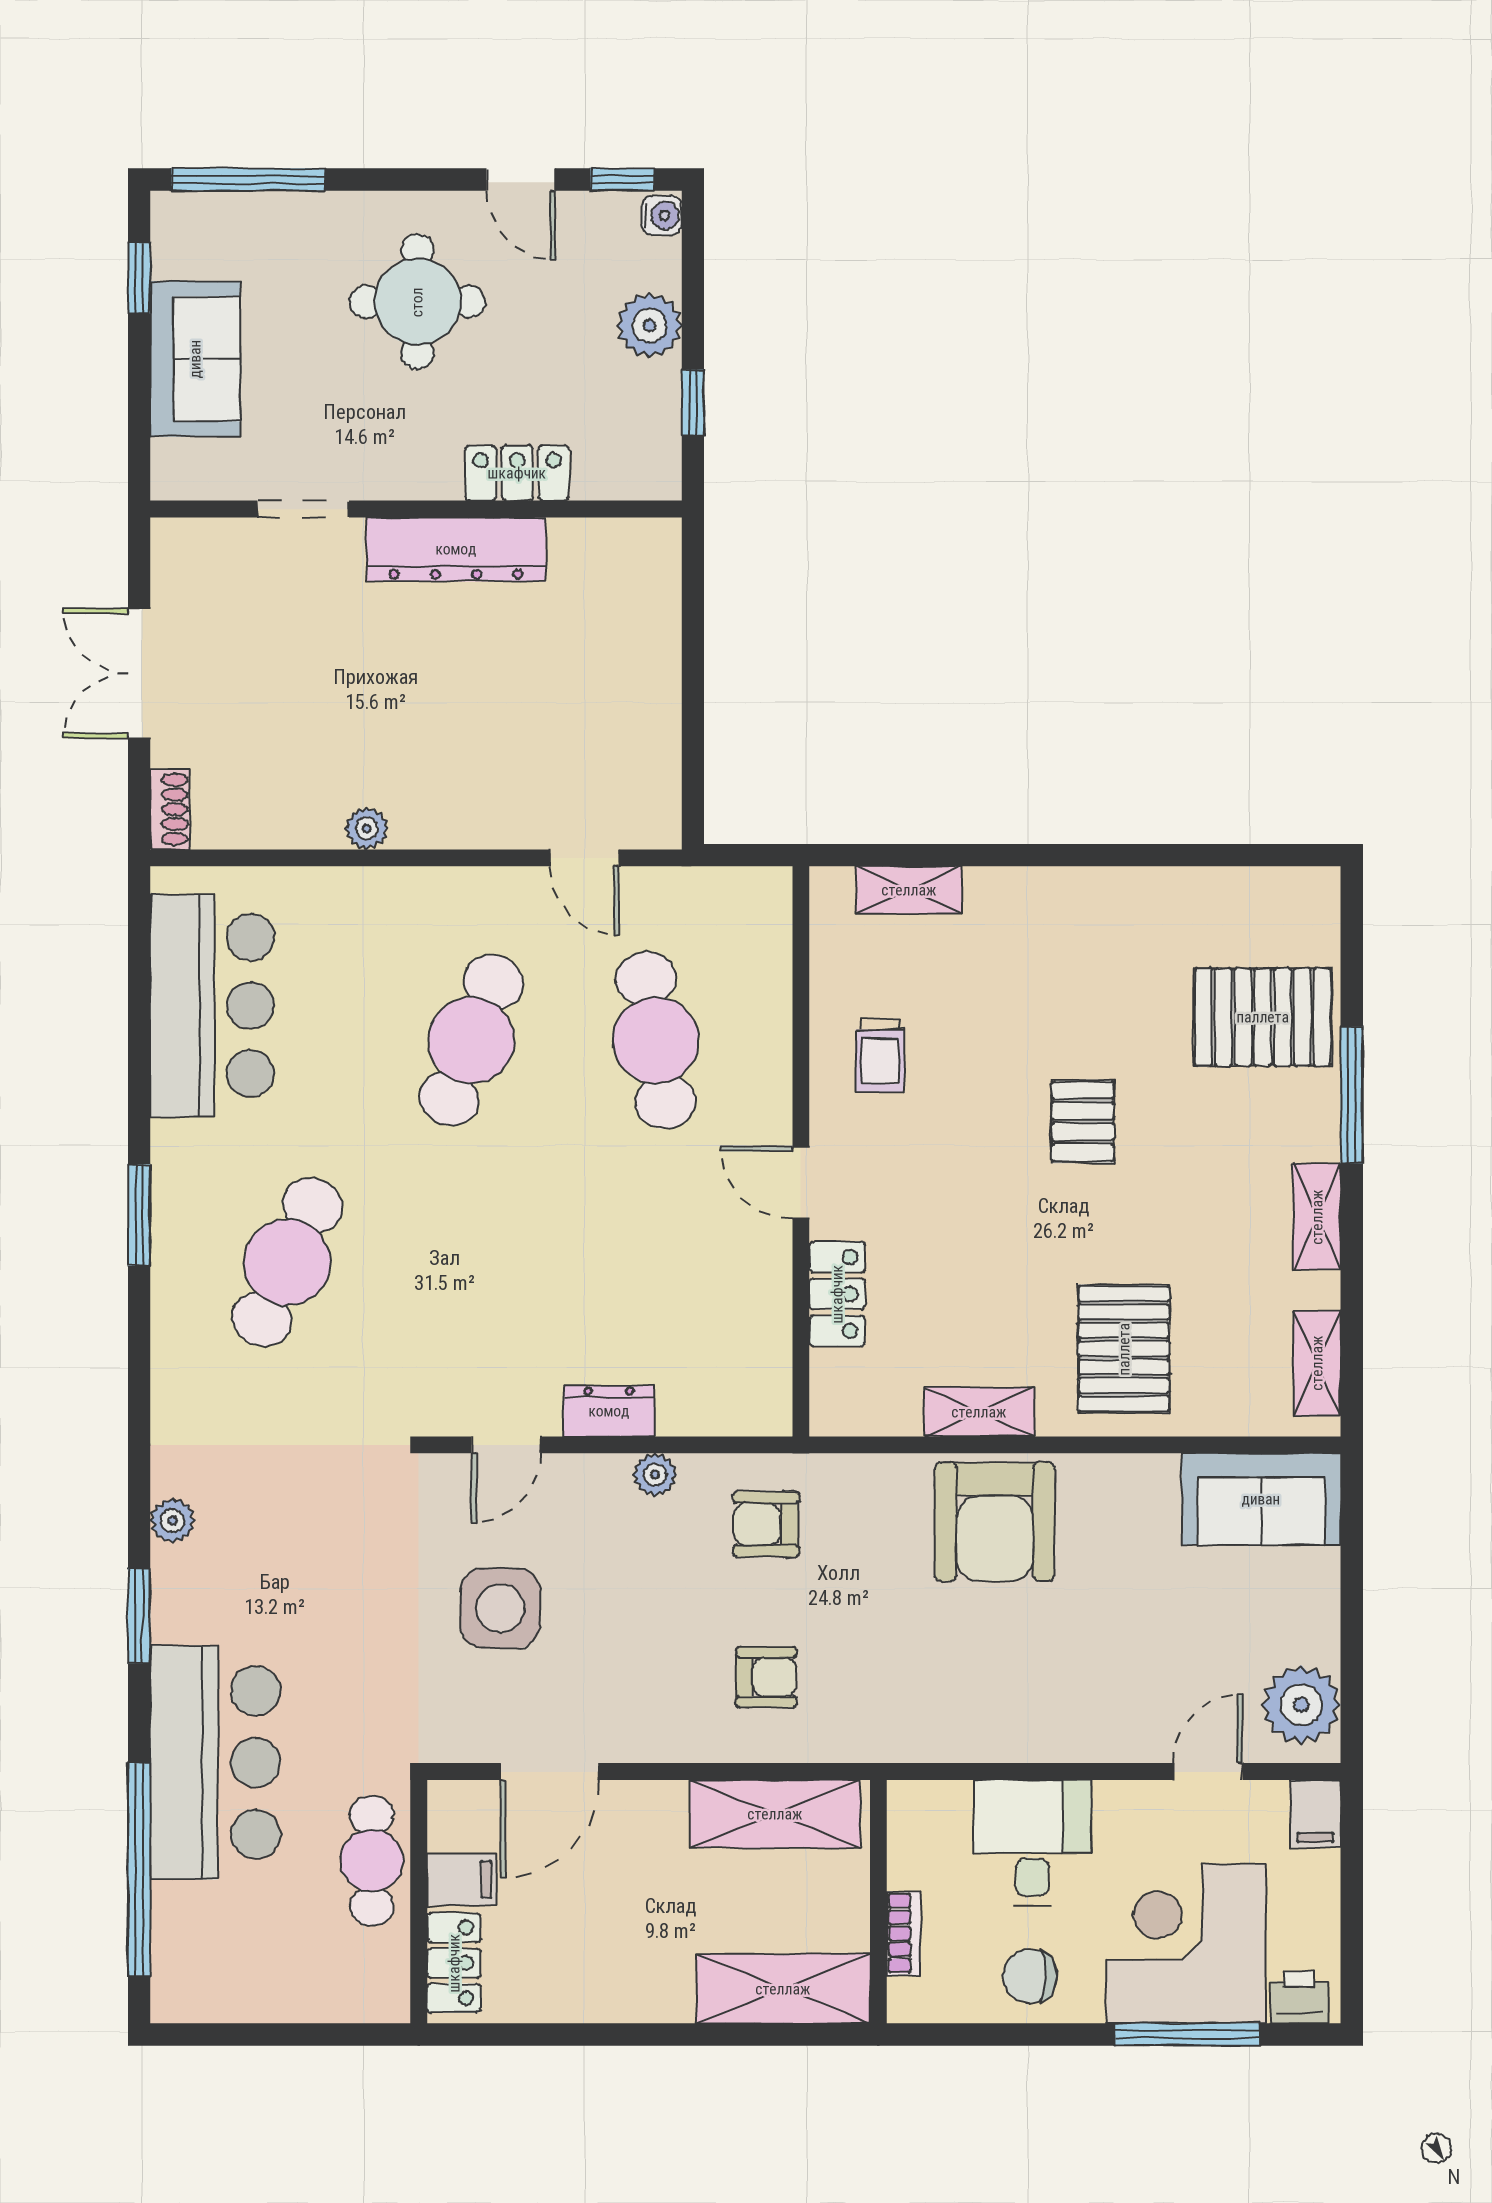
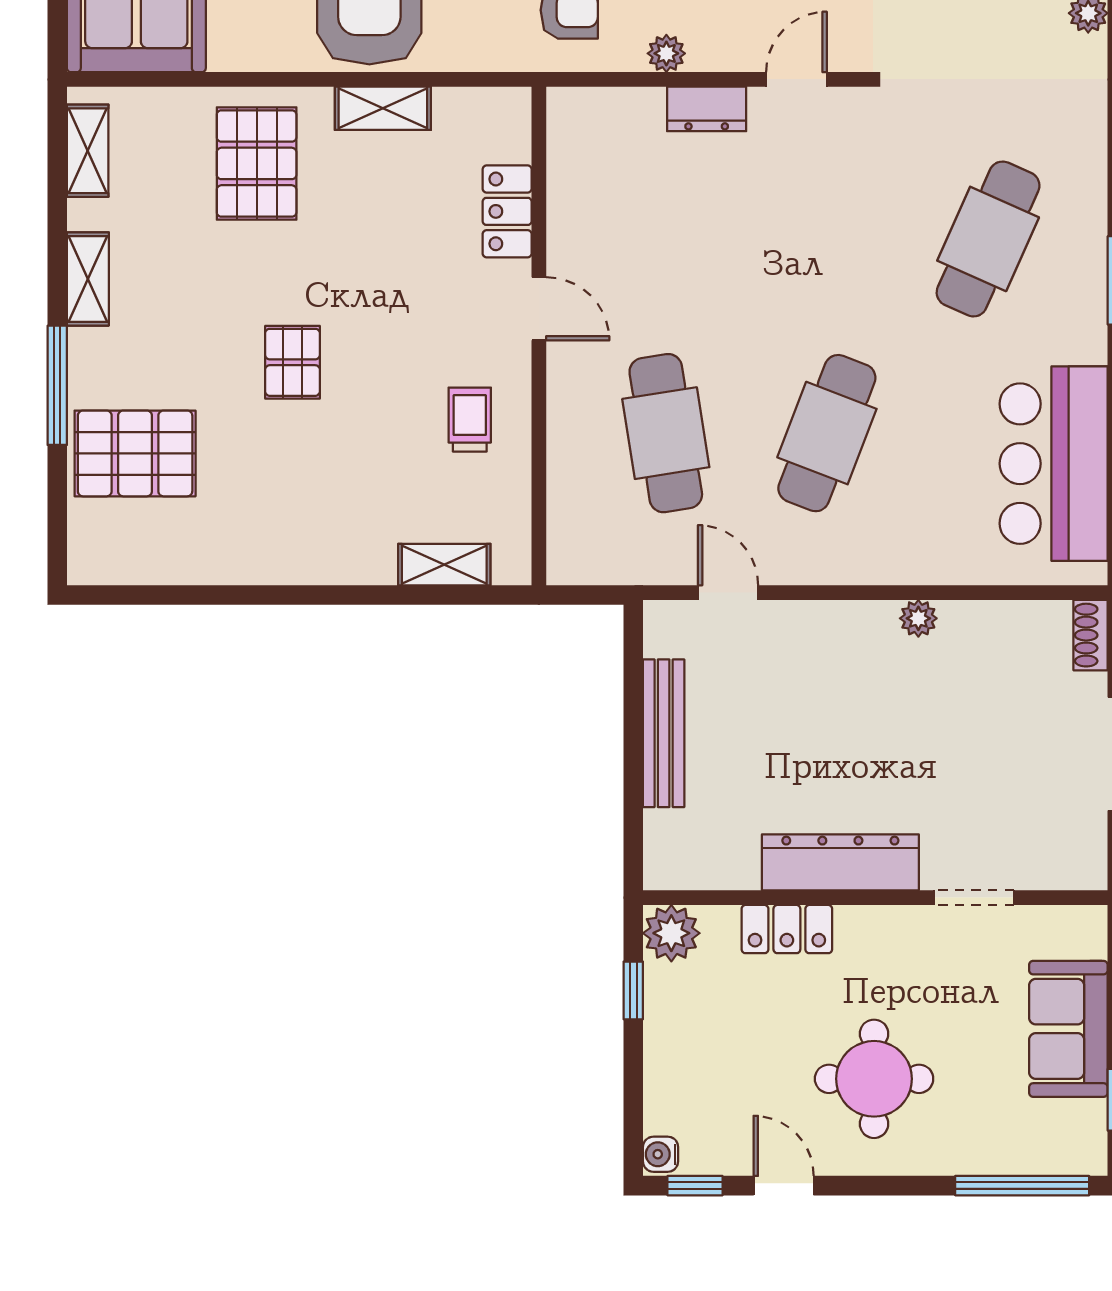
plant: (649, 326) -> (671, 933), moved
bench: (658, 697) -> (664, 733), added

